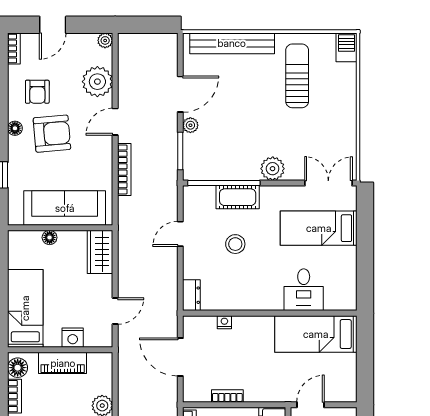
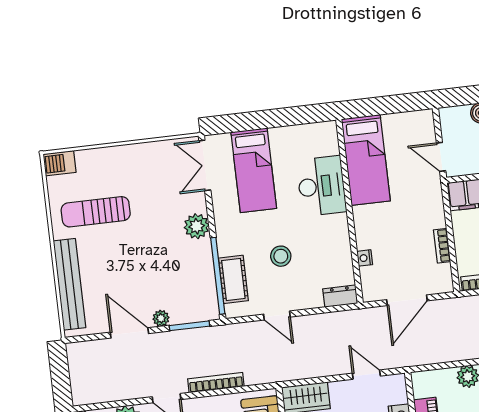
cot: (238, 197) -> (233, 279), moved
desk: (304, 290) -> (321, 186), width x1.37

